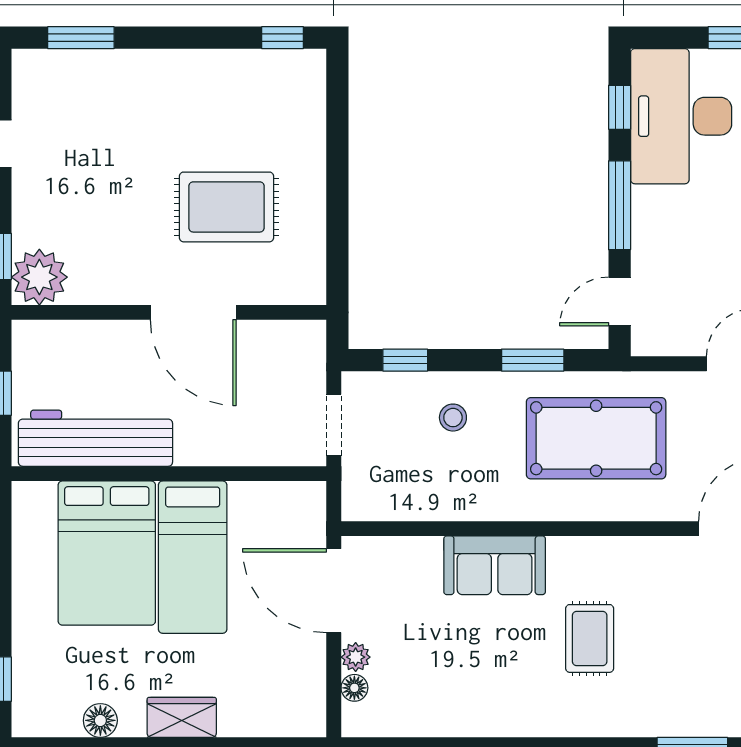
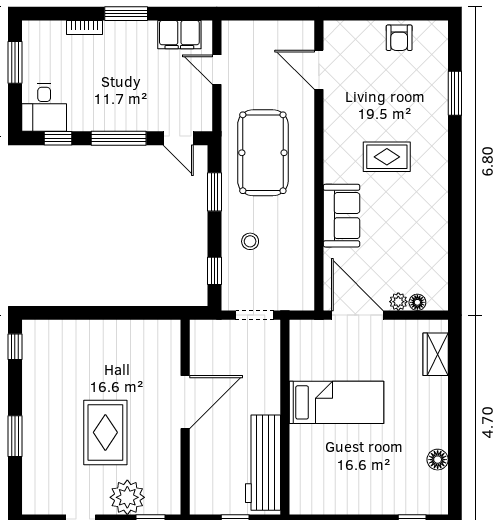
window: (81, 38) -> (15, 436), moved
desk: (681, 116) -> (44, 107), width x0.53, depth x0.77
rug: (227, 207) -> (105, 432), moved
plant: (39, 277) -> (127, 497), moved
bed: (107, 553) -> (334, 456), removed
door: (334, 591) -> (357, 315), swing flipped
wardrobe: (182, 717) -> (436, 354), moved

